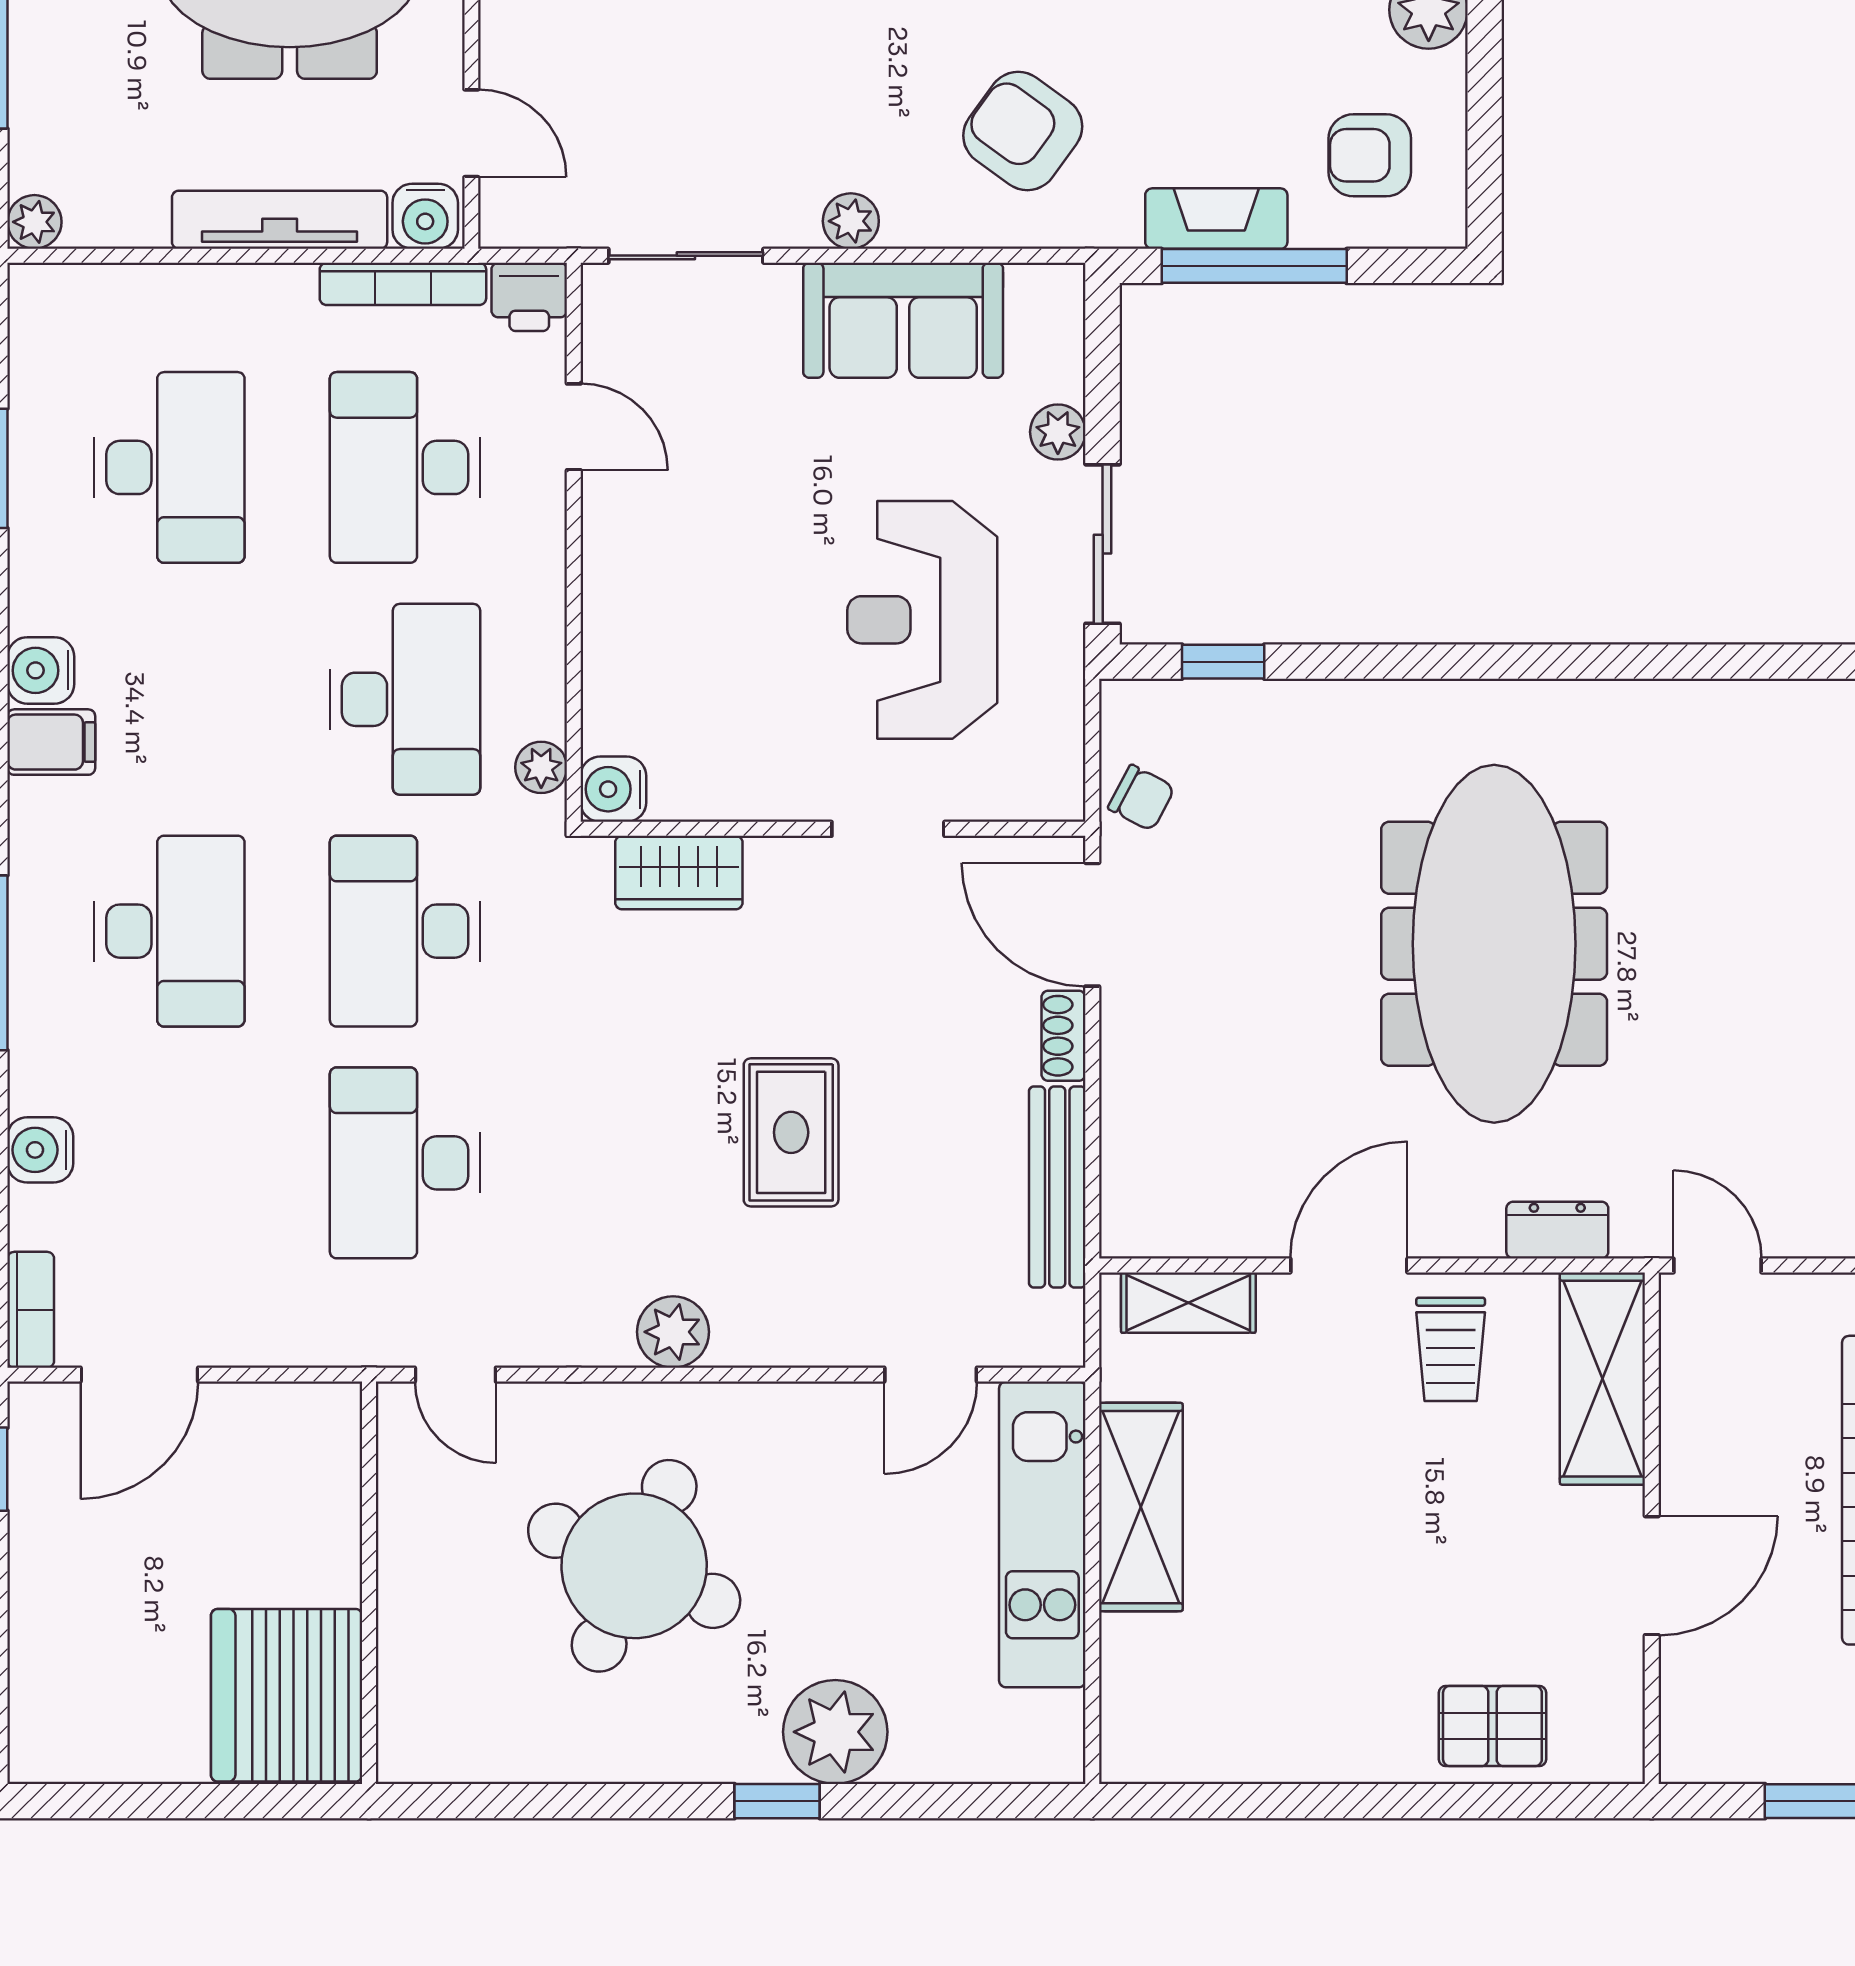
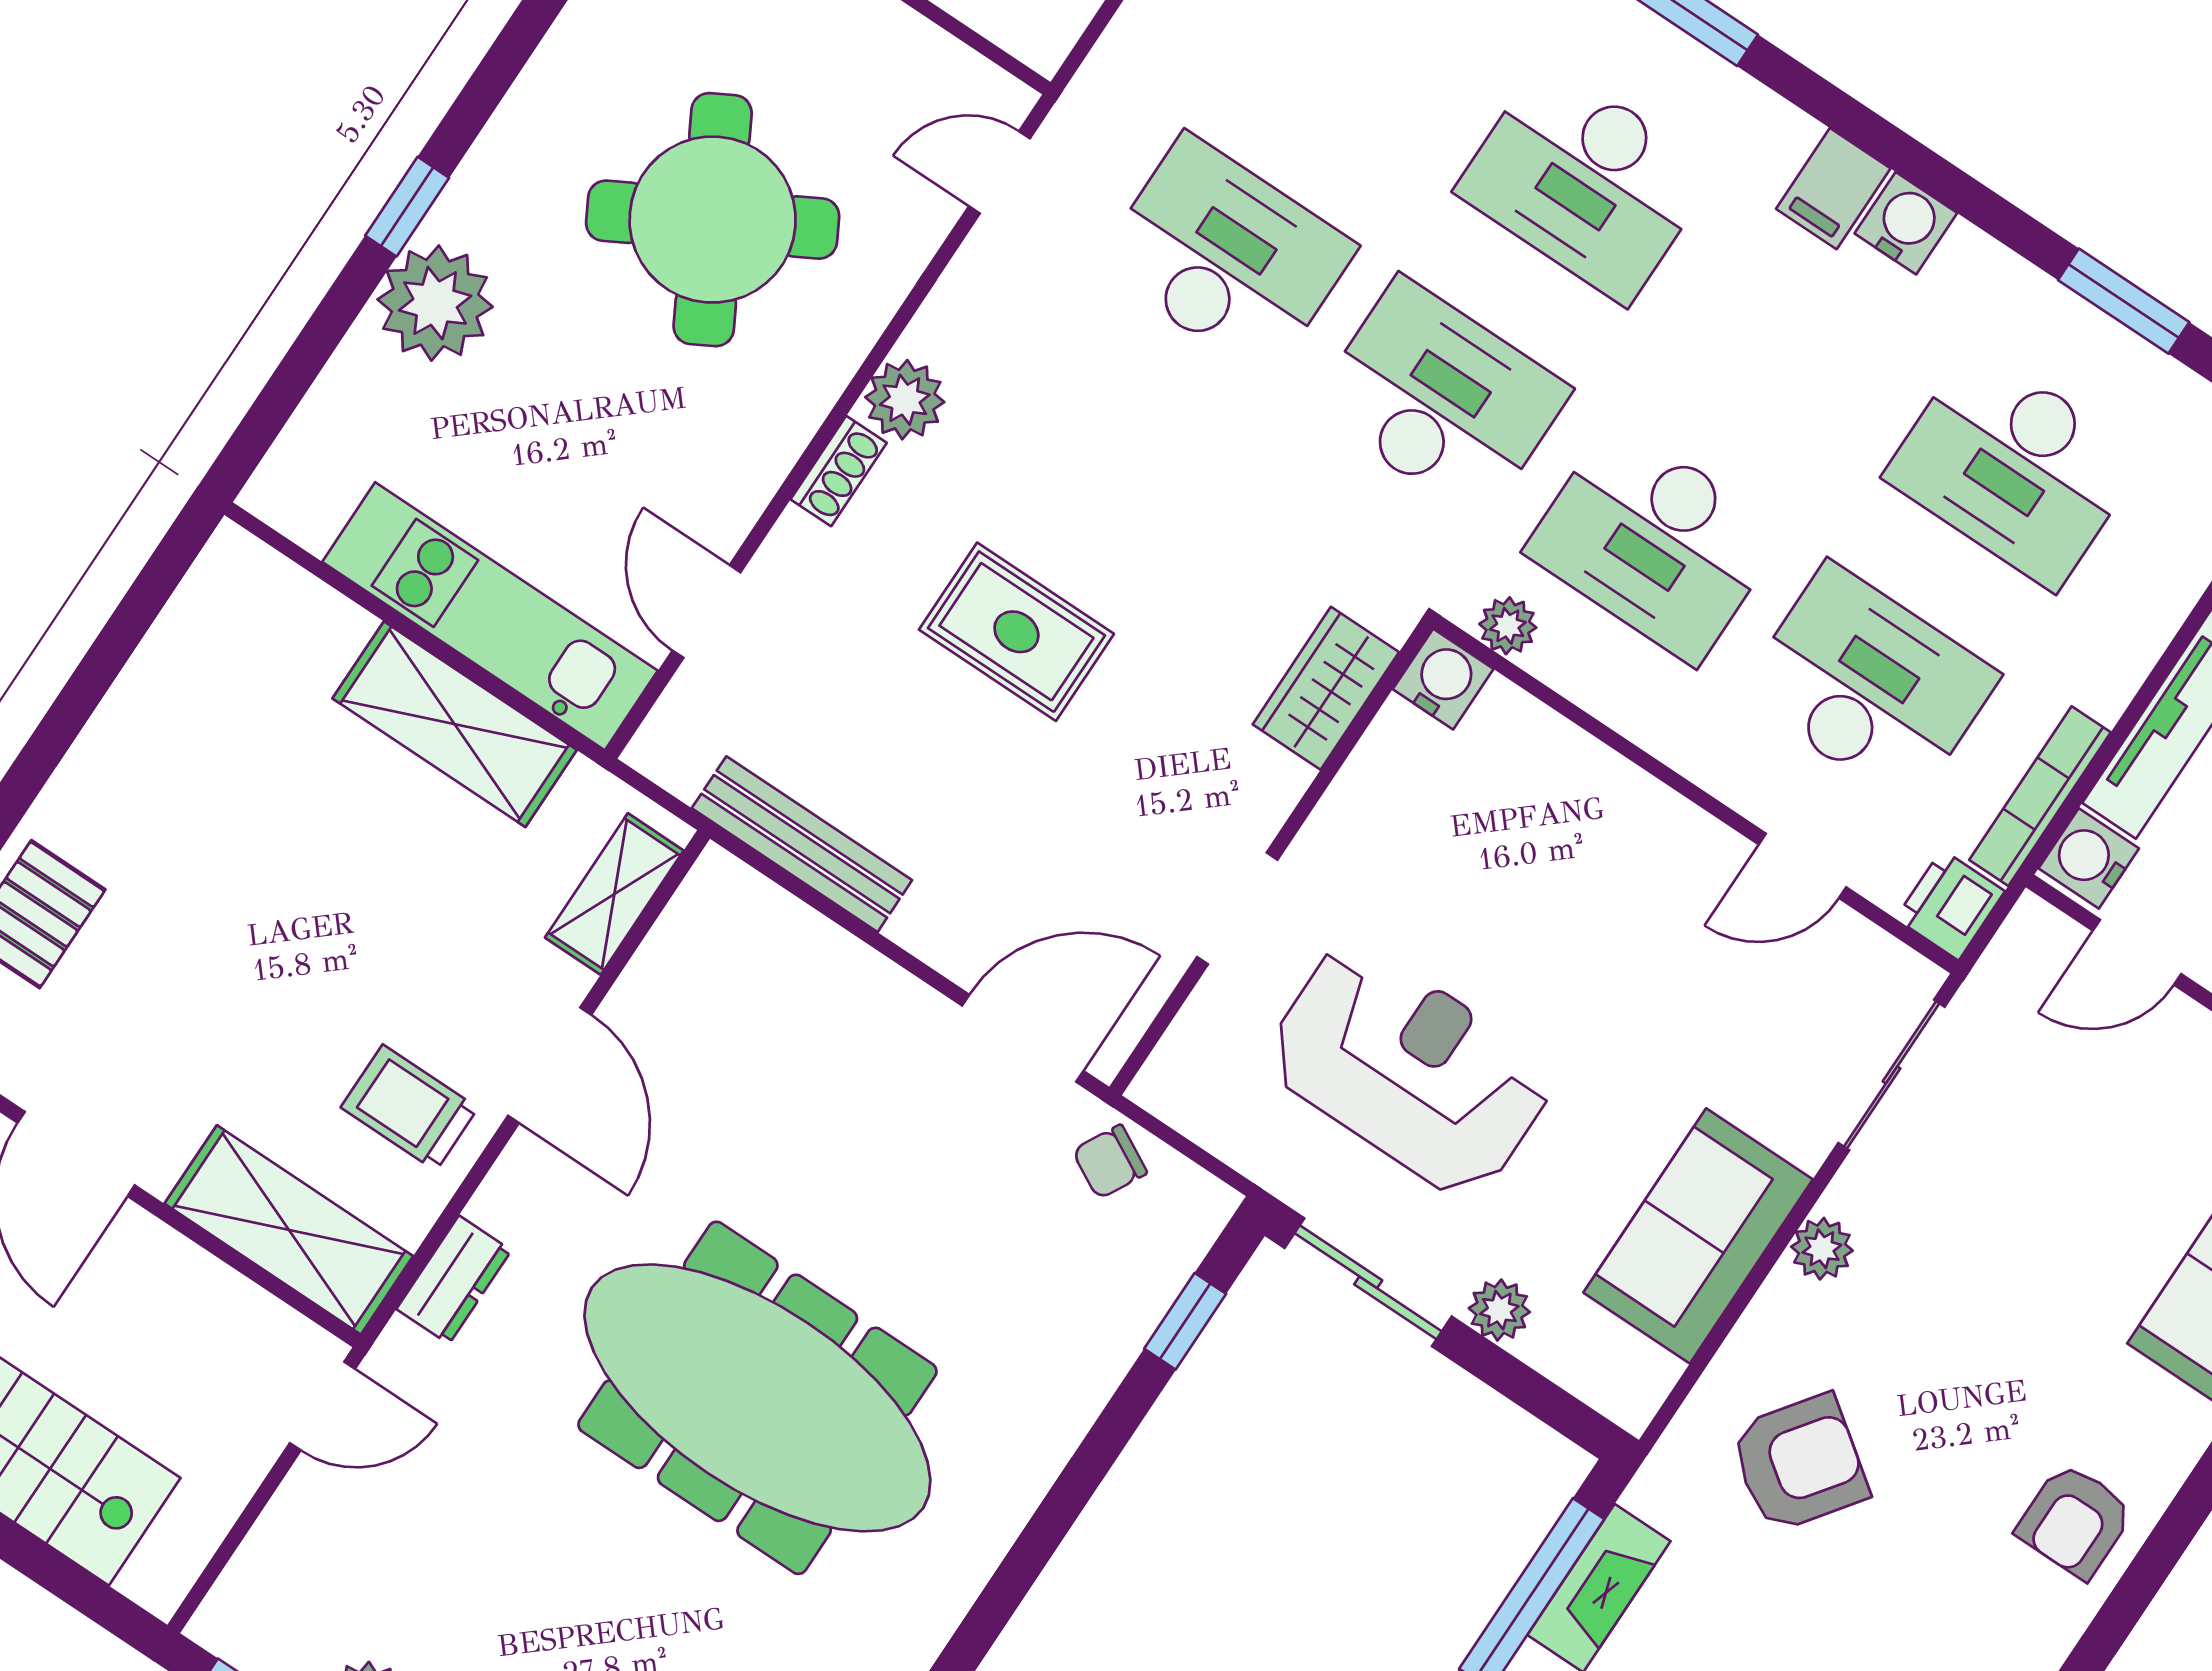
shoe rack: (1064, 1036) -> (839, 471), moved, turned 90
round table: (634, 1566) -> (713, 220), turned 37

